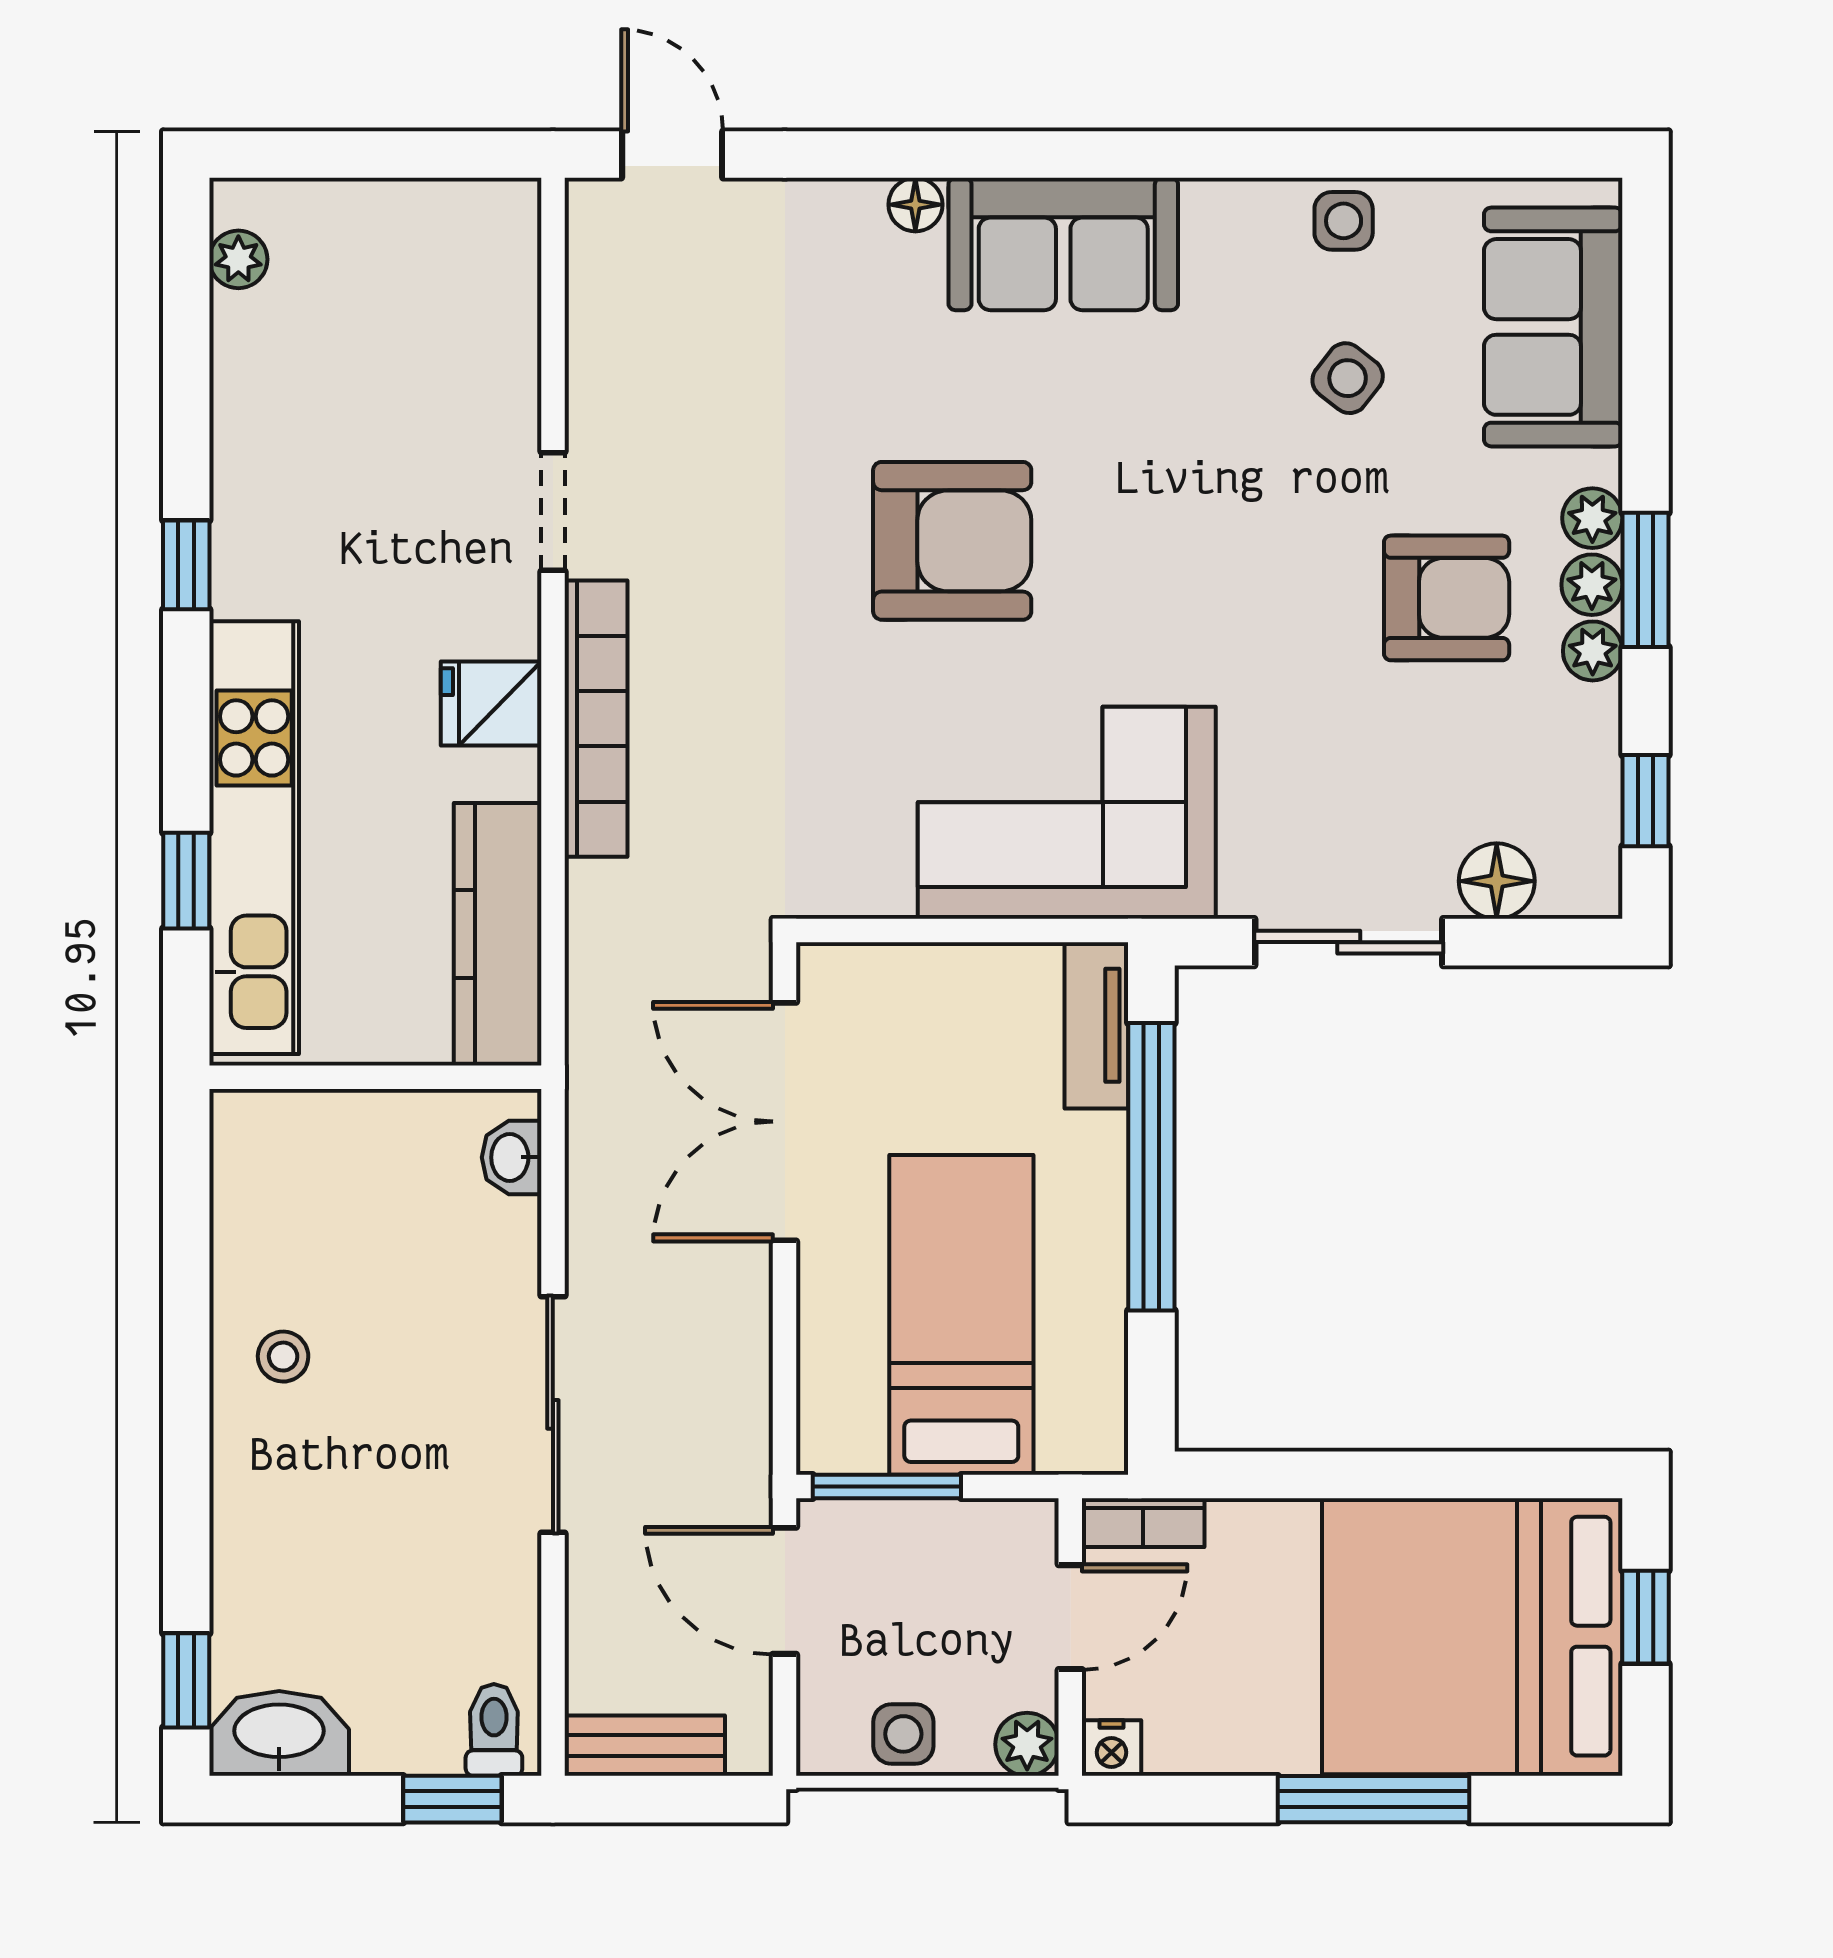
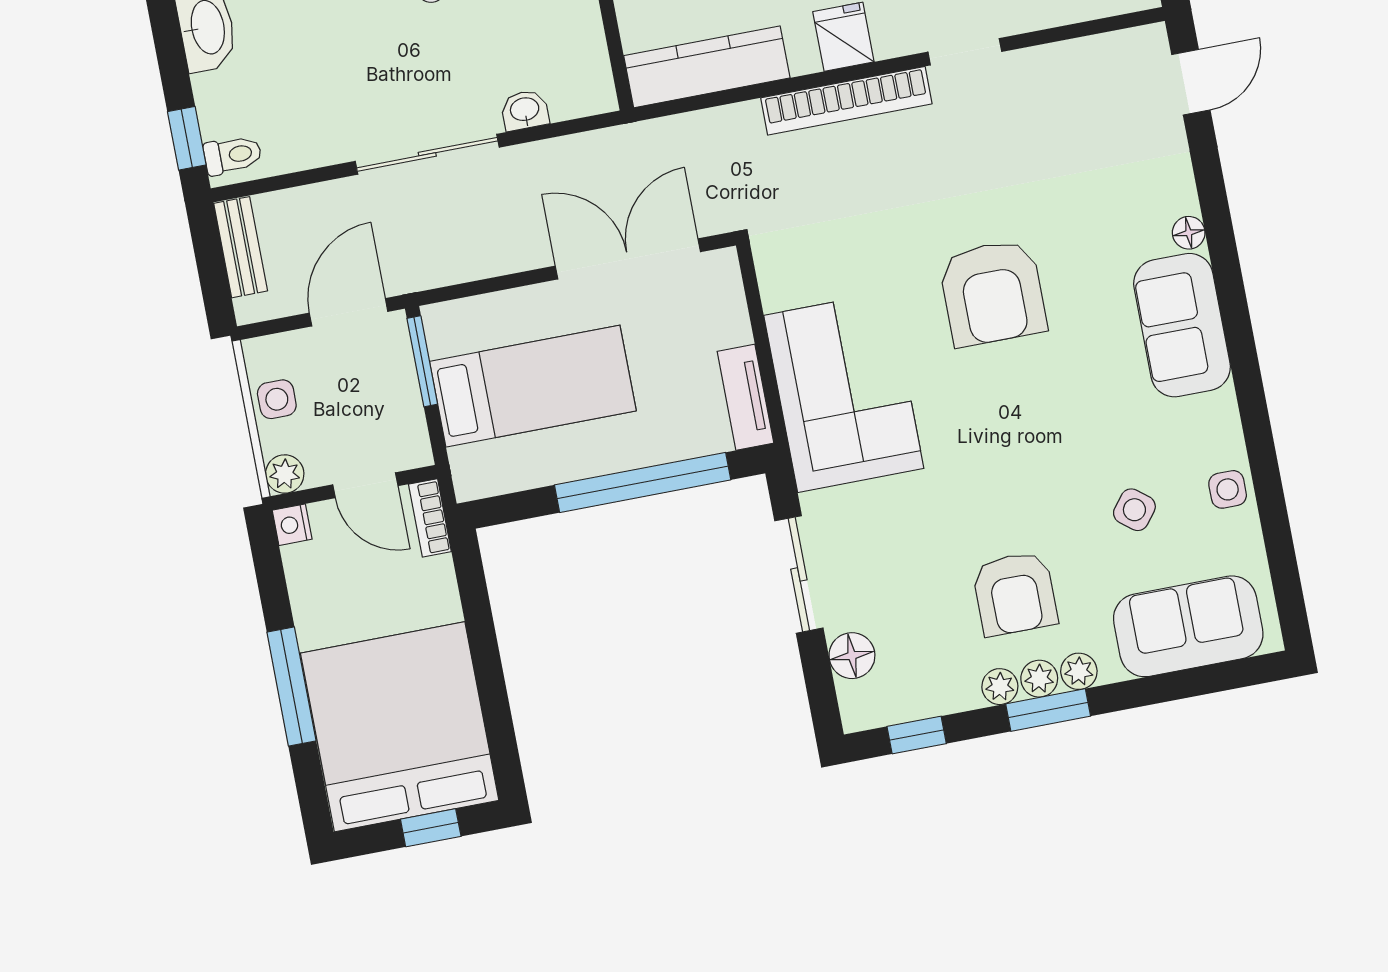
tv unit: (1096, 1025) -> (745, 397), moved, turned -90
washbasin: (512, 1157) -> (525, 110), moved

